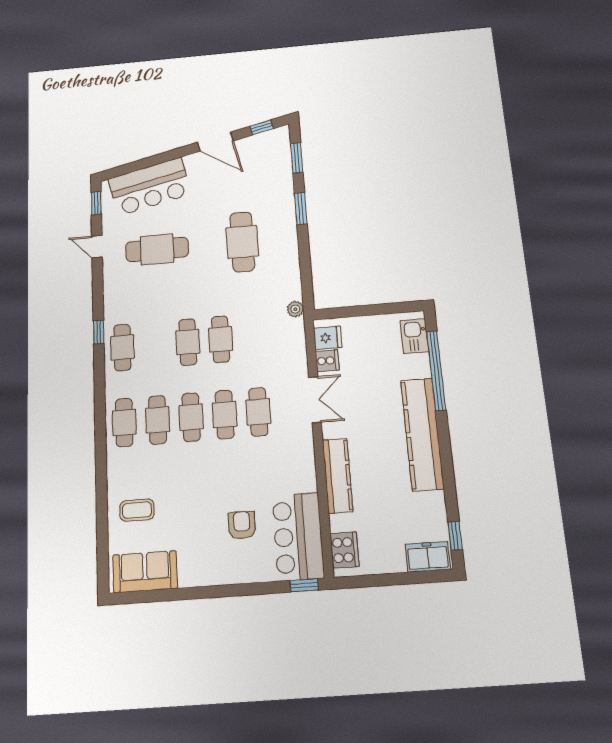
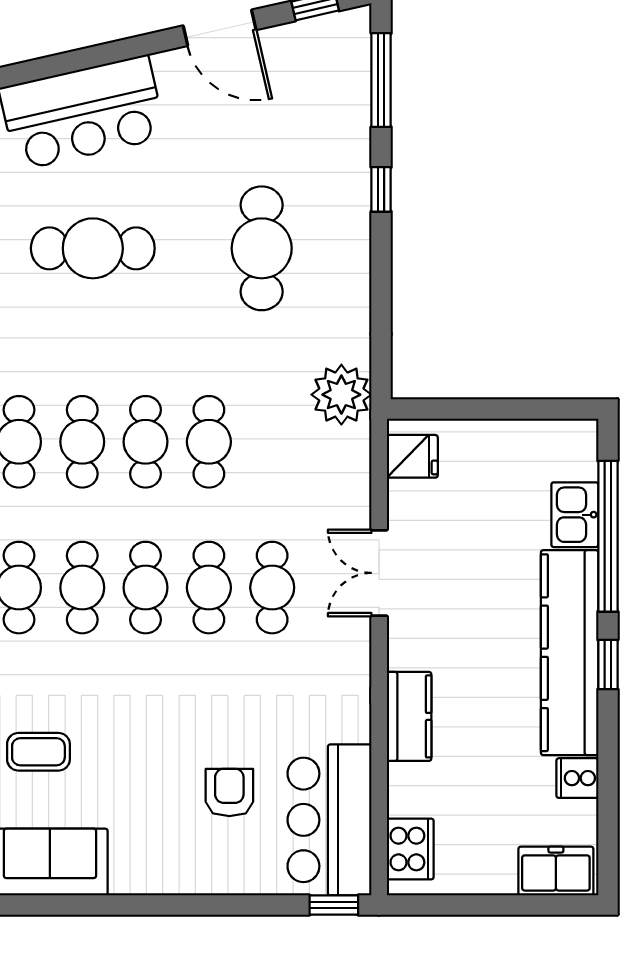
window: (297, 158) -> (381, 80), width x1.44
window: (301, 209) -> (381, 189), width x0.67
plant: (295, 309) -> (341, 395), width x1.87, depth x1.87
kitchen sink: (414, 336) -> (575, 515), moved
cafe table: (155, 345) -> (82, 442), added
cooker: (327, 361) -> (577, 778), moved, turned 180
double door: (315, 400) -> (379, 573), swing flipped
kitchen counter: (338, 476) -> (409, 716), width x0.67
window: (455, 536) -> (608, 665), moved

